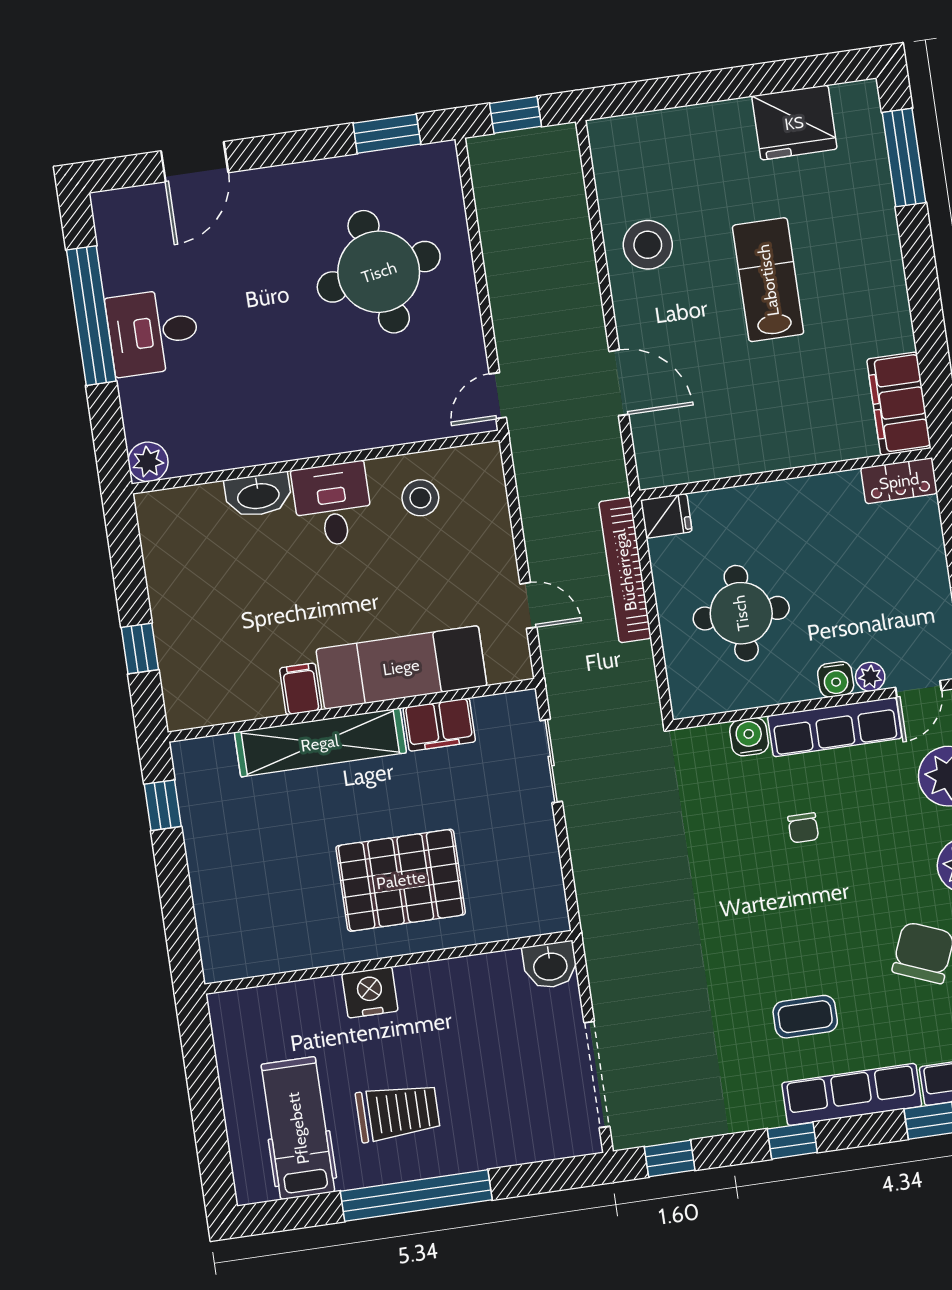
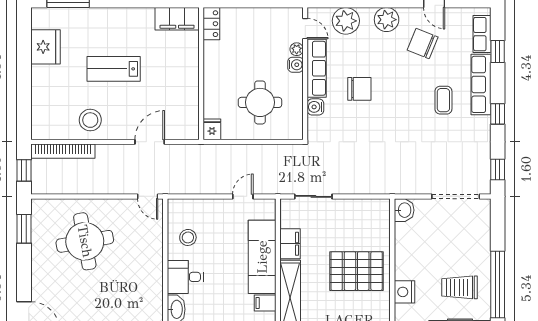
bookcase: (625, 570) -> (63, 151), moved
chair: (803, 828) -> (359, 89), width x1.87, depth x1.87
pallet: (401, 880) -> (357, 271), turned 90
trolley: (398, 1112) -> (460, 287), turned -90

